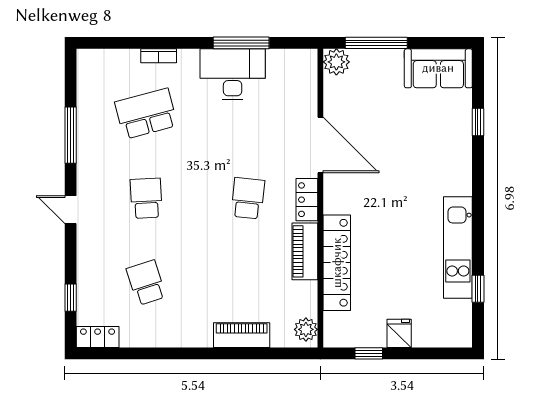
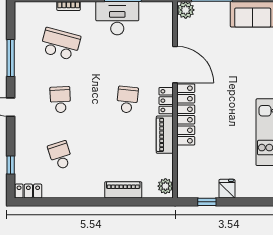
school desk: (146, 114) -> (60, 44), turned 30
locker: (337, 263) -> (186, 114), moved

